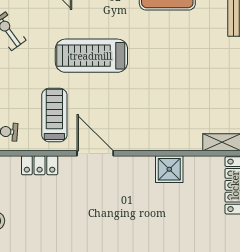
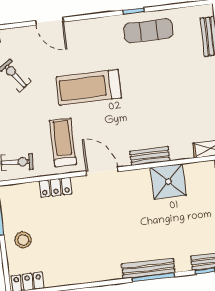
bench: (152, 142) -> (150, 156), added
shower: (169, 169) -> (168, 181), width x1.36, depth x1.36

